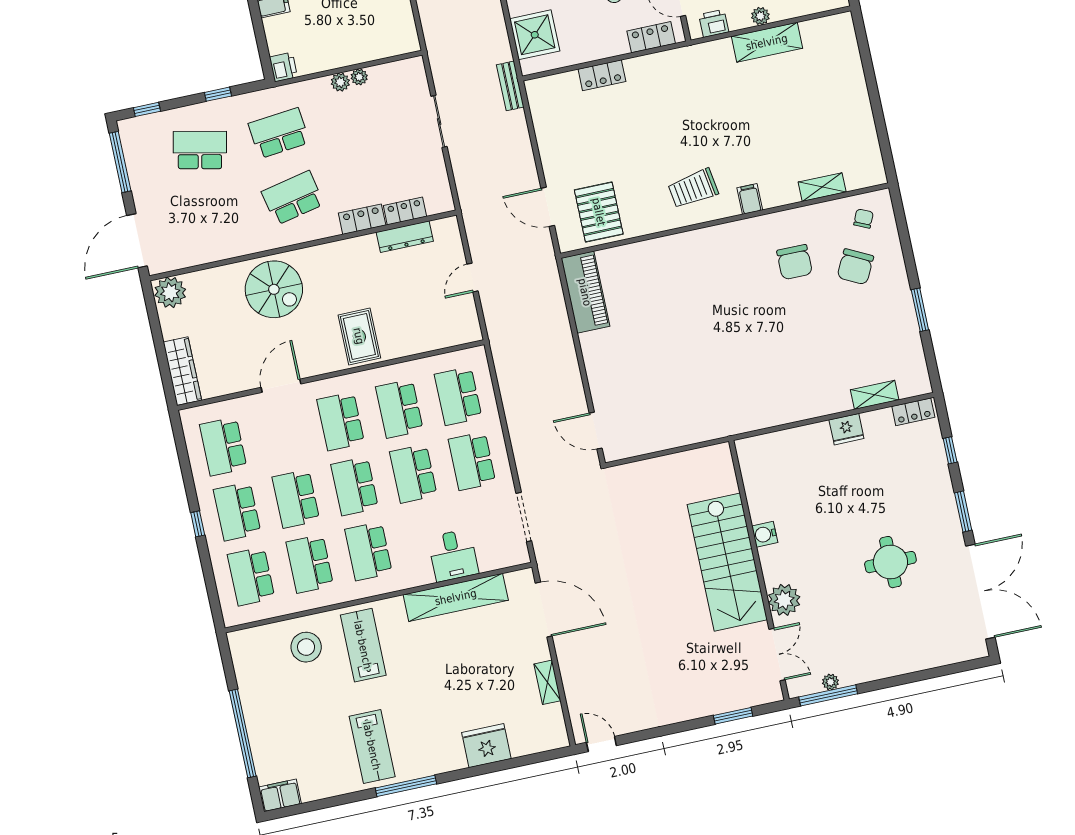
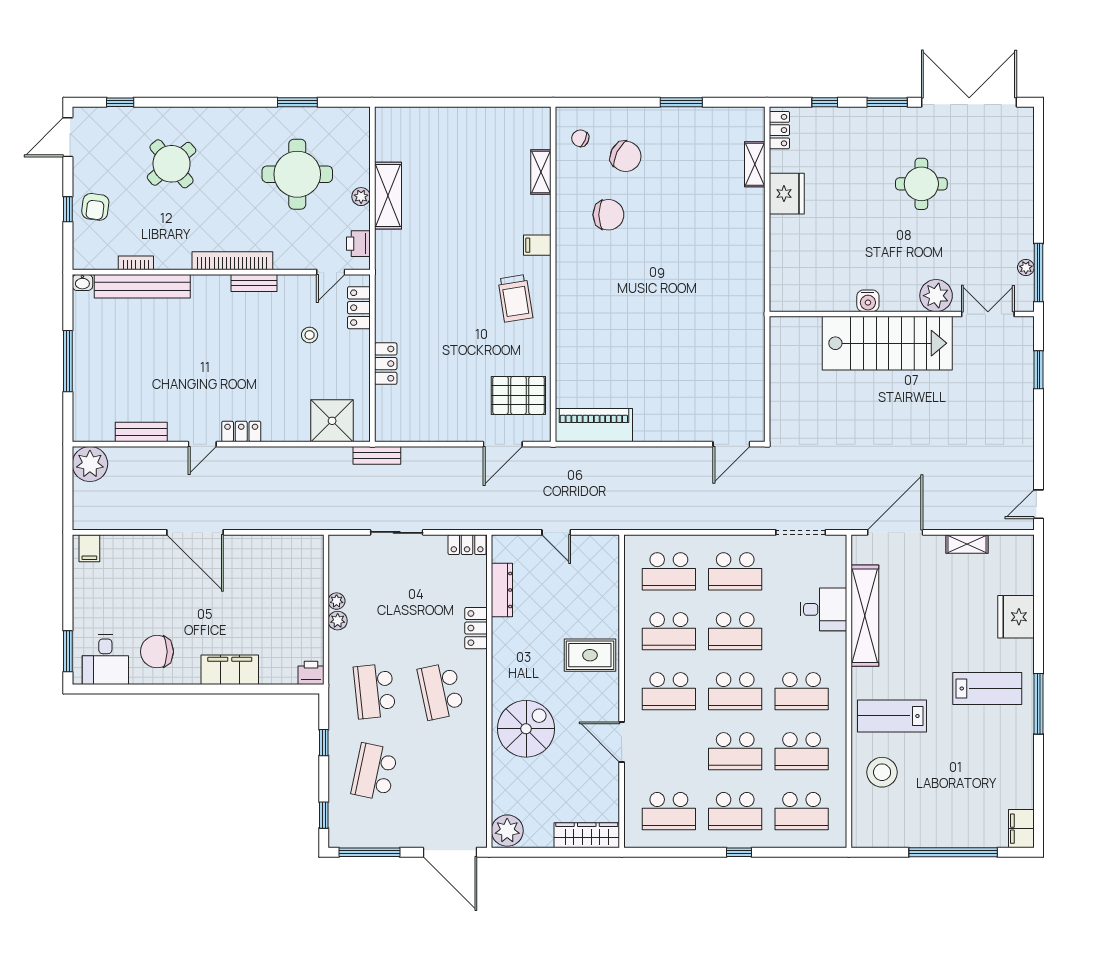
locker: (405, 211) -> (467, 545), moved, turned -90
fridge: (846, 429) -> (787, 194), width x1.36, depth x1.34
lab bench: (372, 746) -> (987, 688), moved

